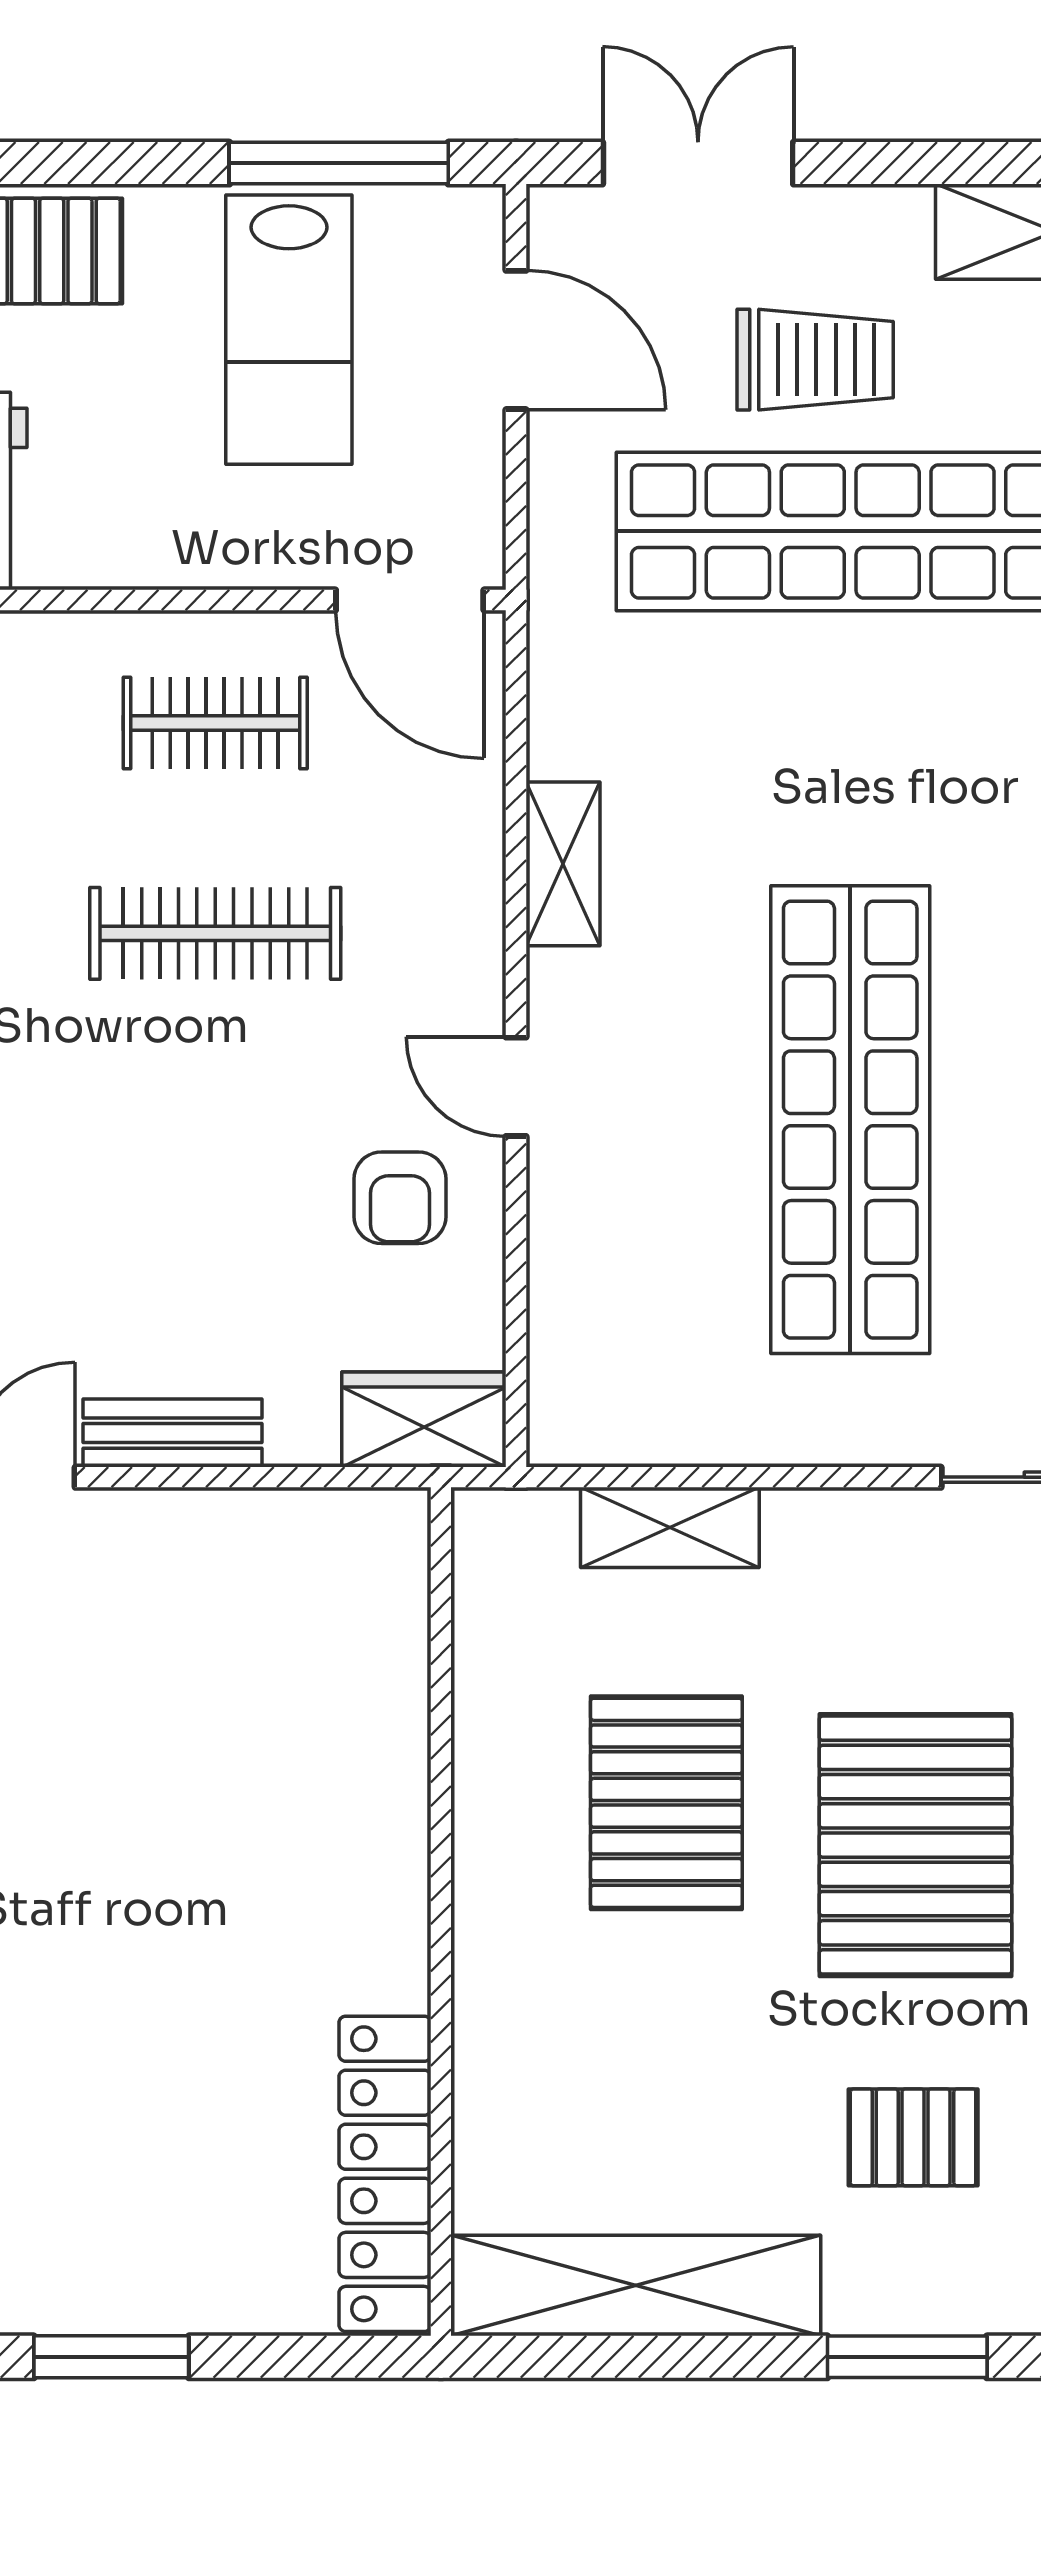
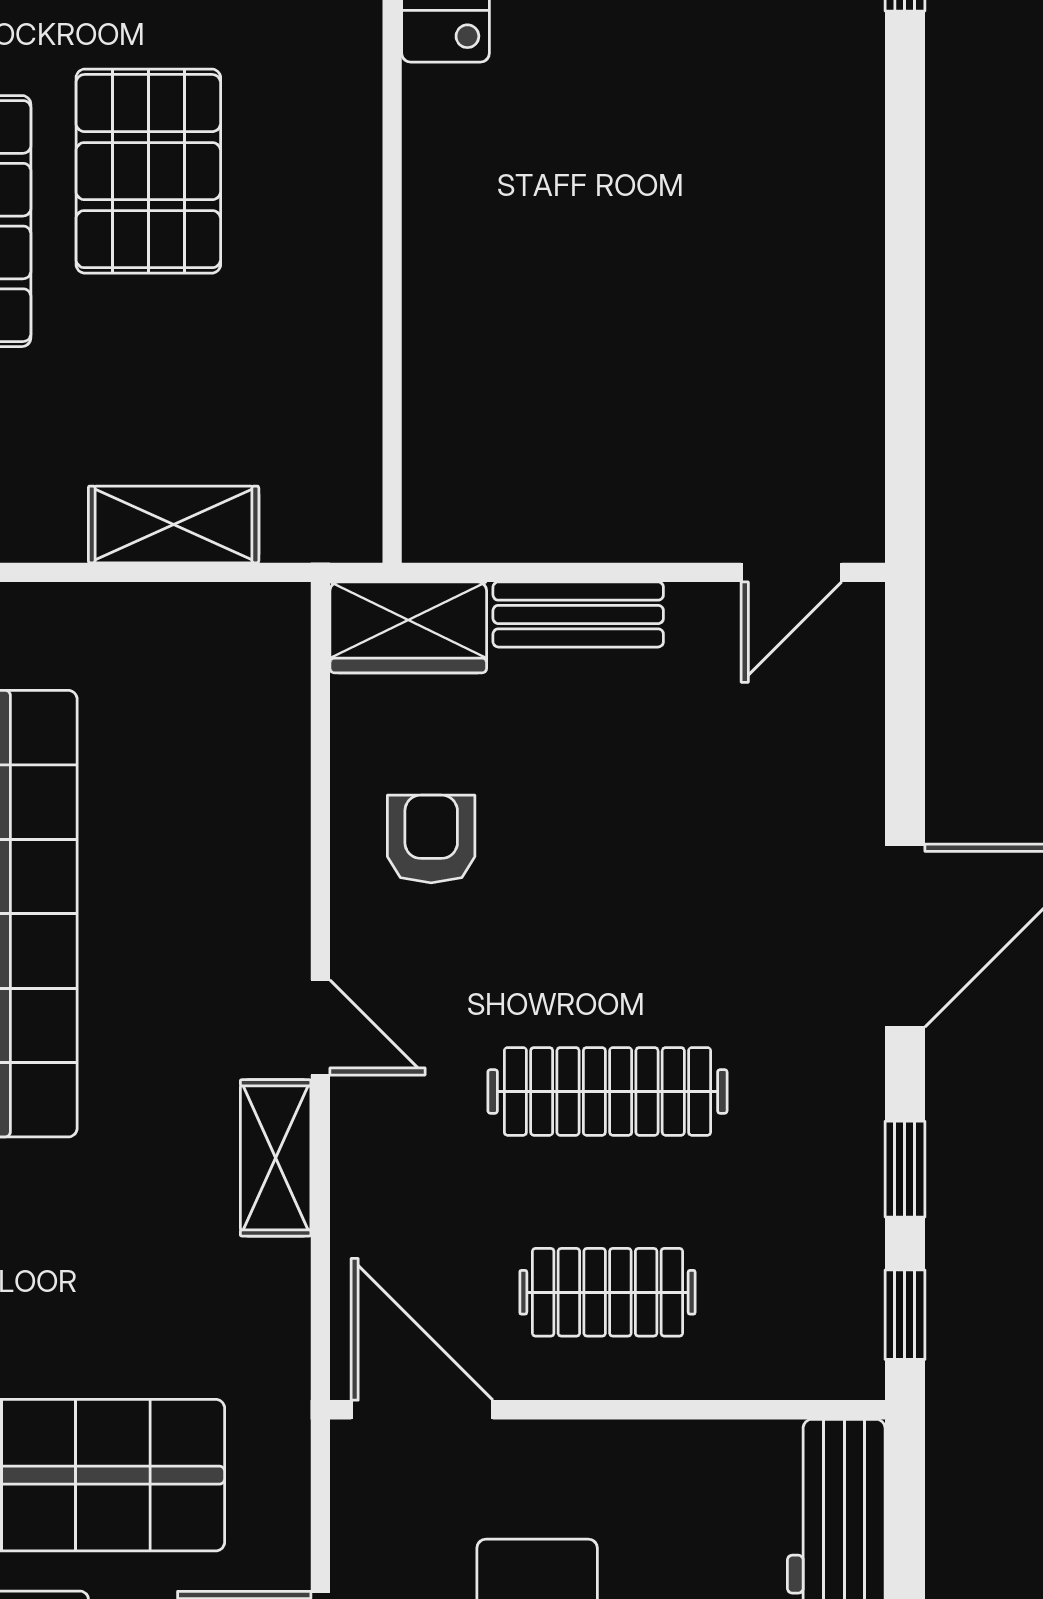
door: (516, 1087) -> (320, 1027), moved
bench: (172, 1433) -> (578, 614), moved
pallet: (666, 1803) -> (148, 171), moved

